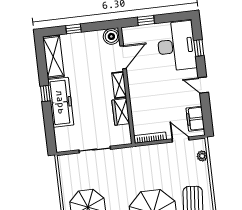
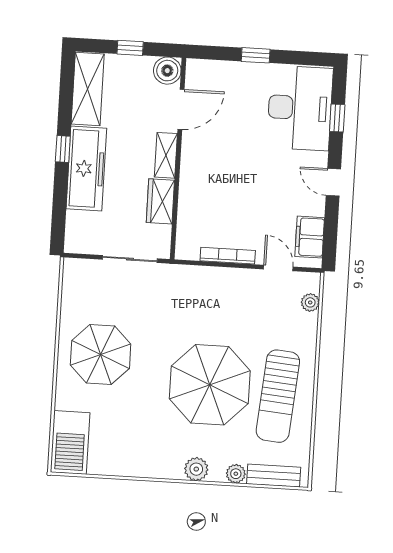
boiler: (111, 36) -> (167, 71), moved
door: (123, 57) -> (181, 109), moved
shelving: (119, 85) -> (166, 155), moved
wall: (126, 86) -> (178, 159), moved
wardrobe: (121, 112) -> (160, 201), moved

